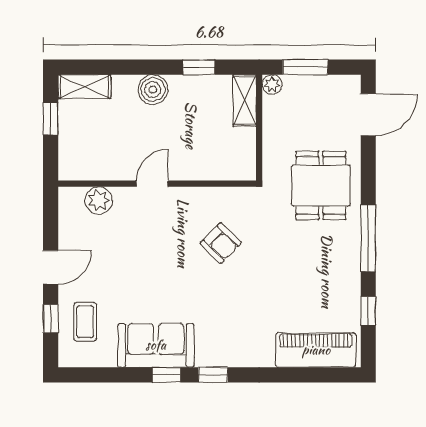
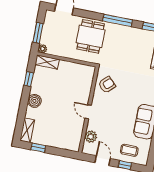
door: (152, 184) -> (88, 112), moved
wall: (157, 184) -> (89, 110), moved
dining table: (321, 185) -> (91, 36), turned 90
plant: (99, 200) -> (91, 137), moved

